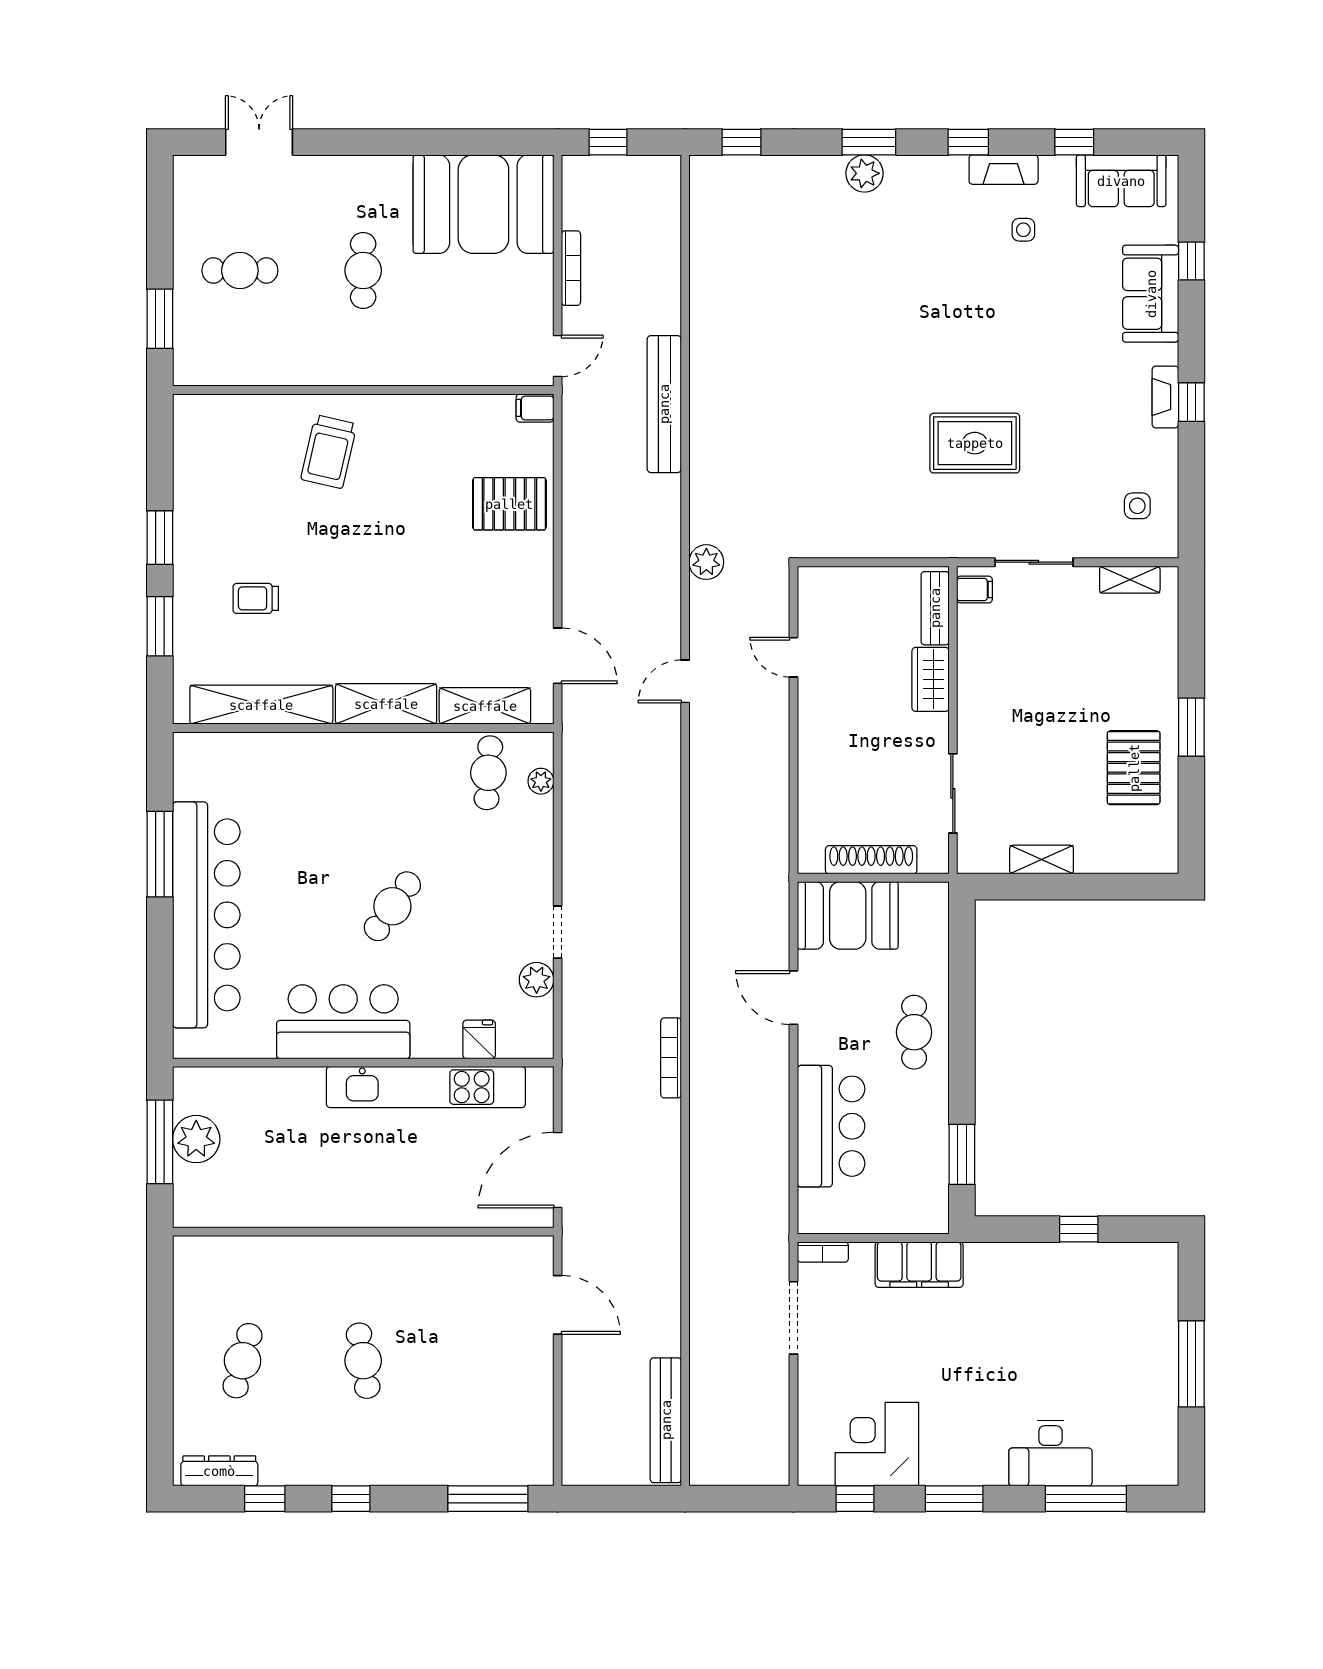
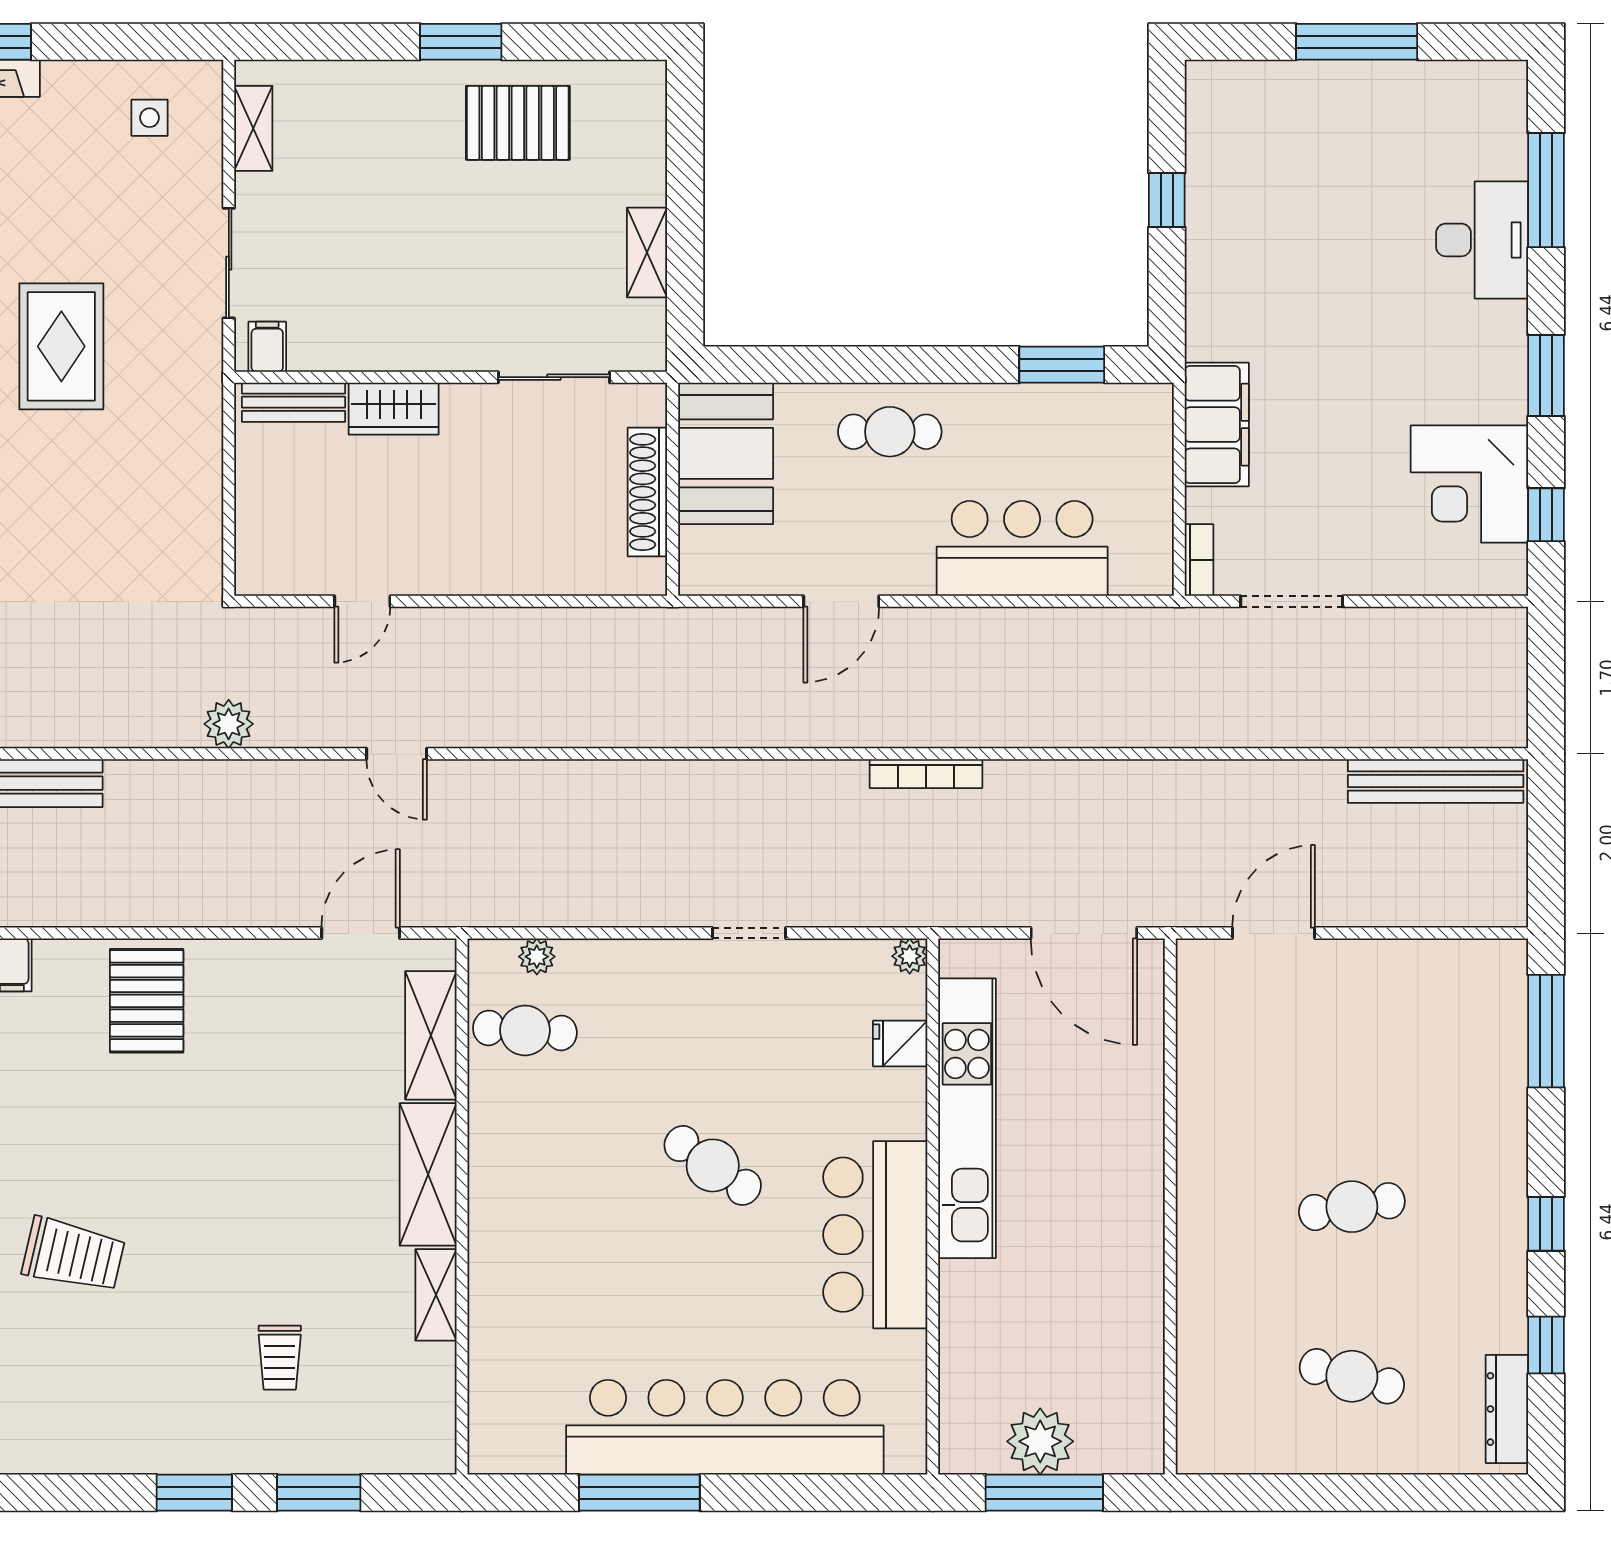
shelving: (261, 705) -> (436, 1295), width x0.45, depth x0.75
booth: (848, 915) -> (726, 453), moved
plant: (537, 980) -> (910, 956), moved, width x0.73, depth x0.73

